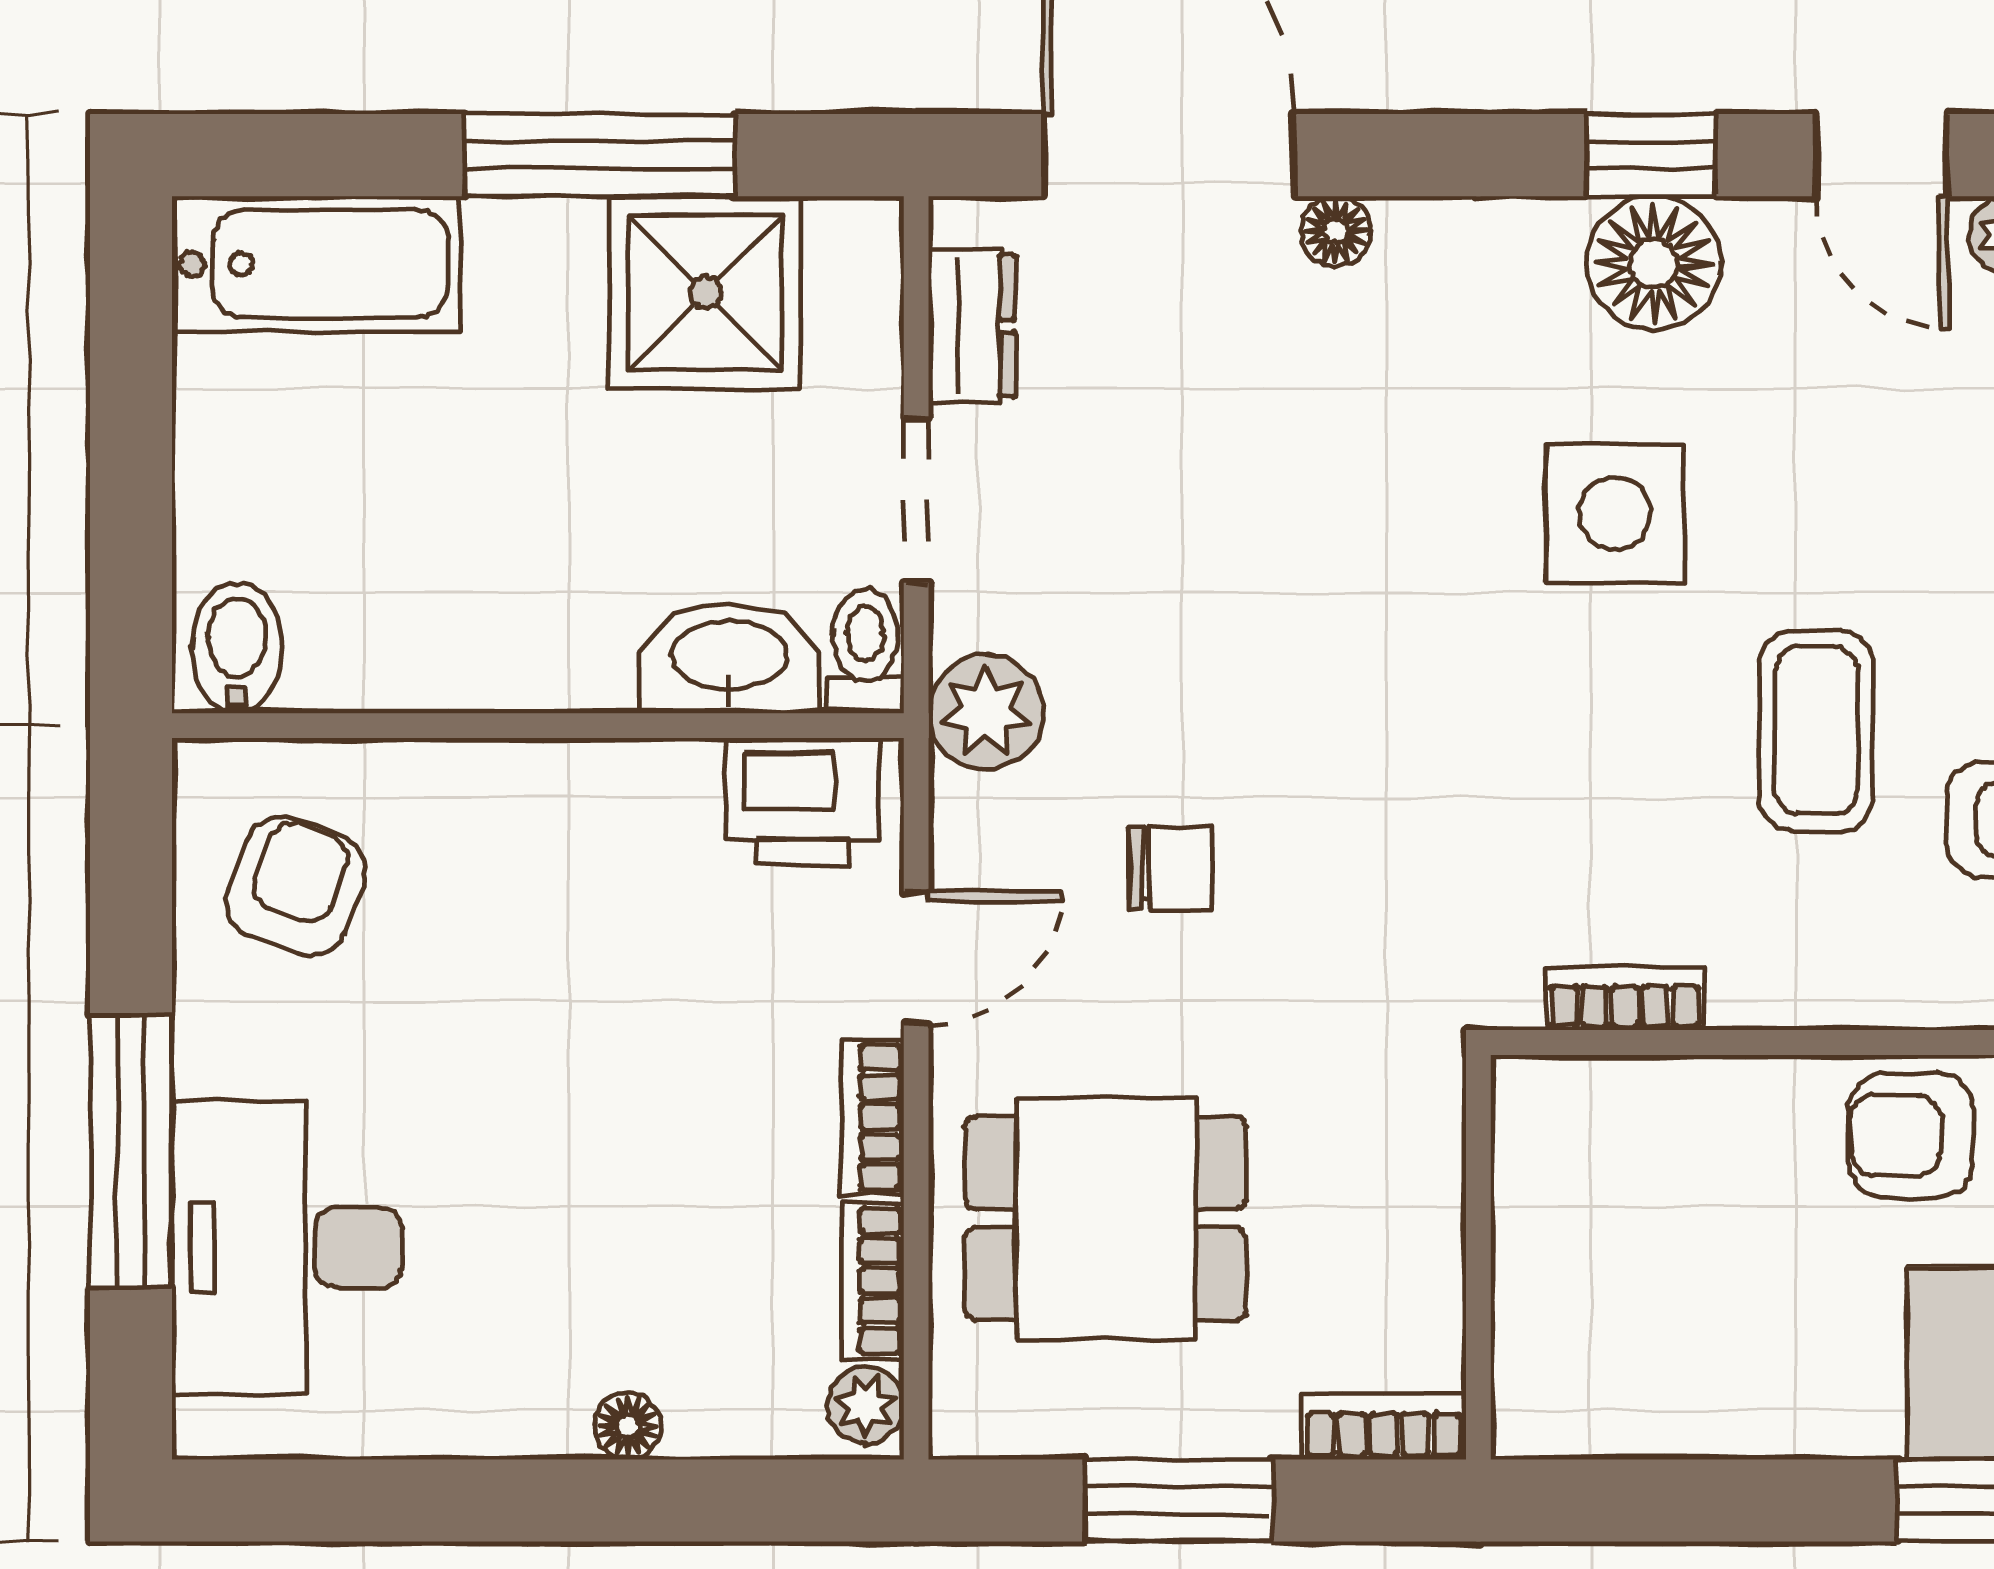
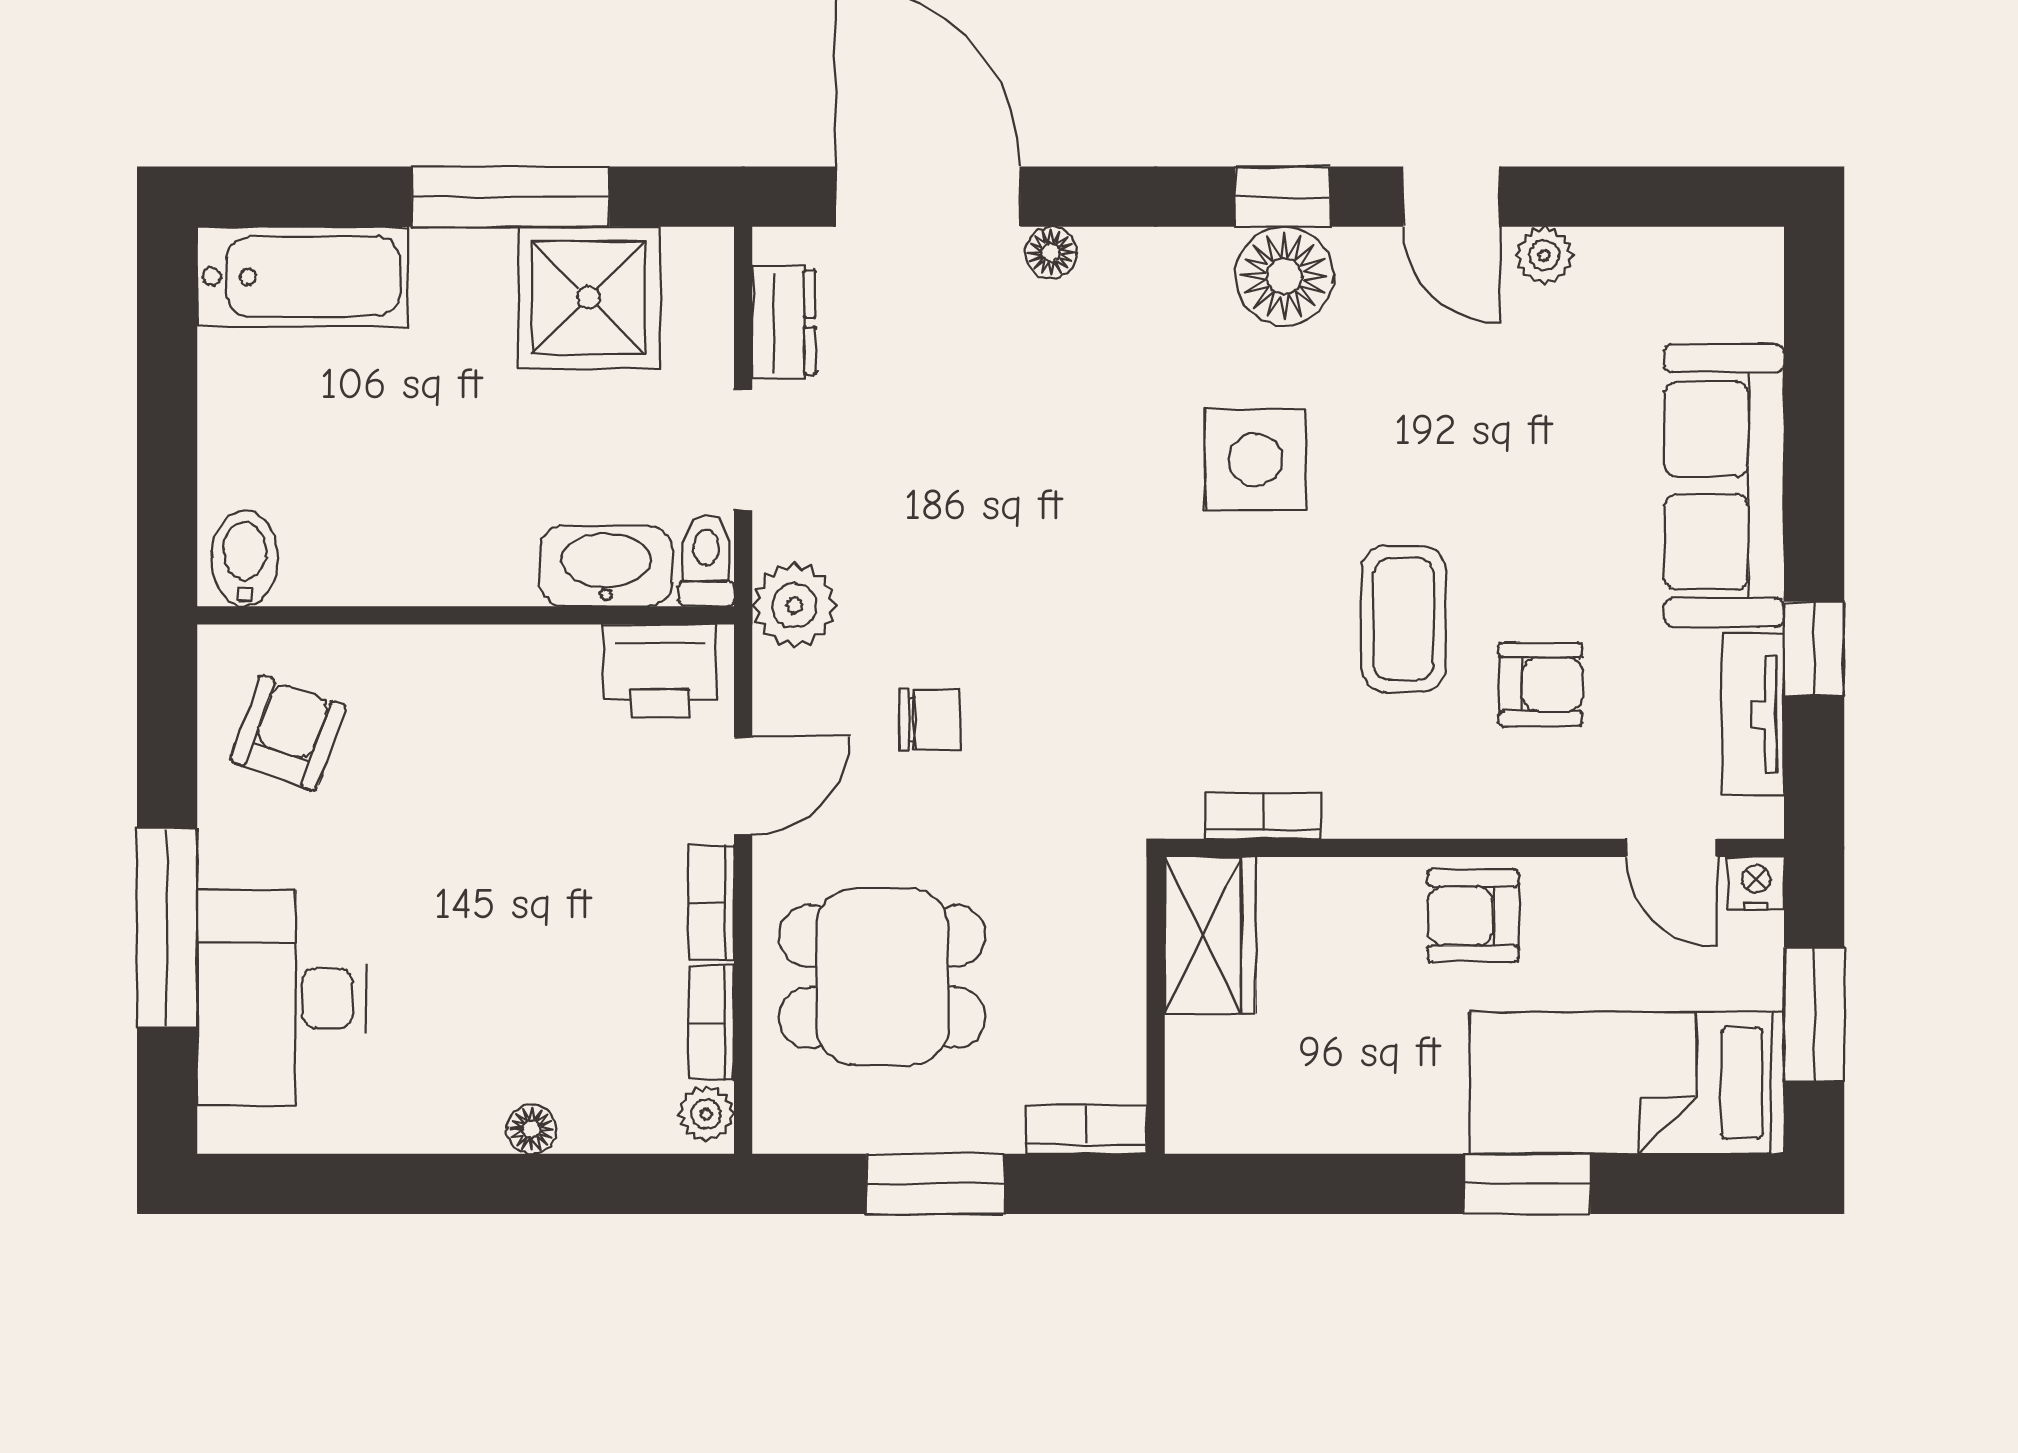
wardrobe: (1553, 1162) -> (1210, 935), added

